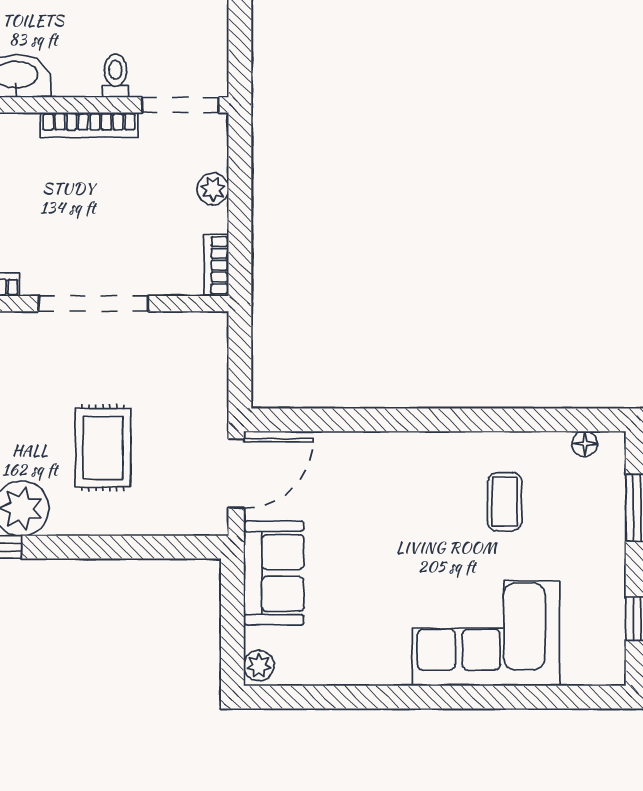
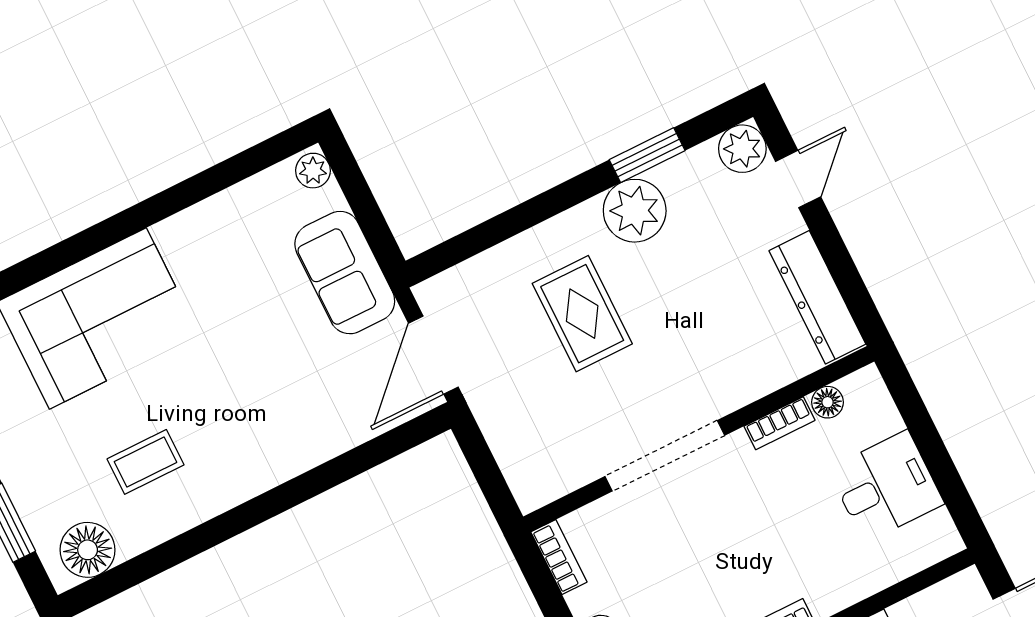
floor lamp: (585, 444) -> (88, 550), width x1.89, depth x1.89
coffee table: (505, 502) -> (146, 462), turned 90

